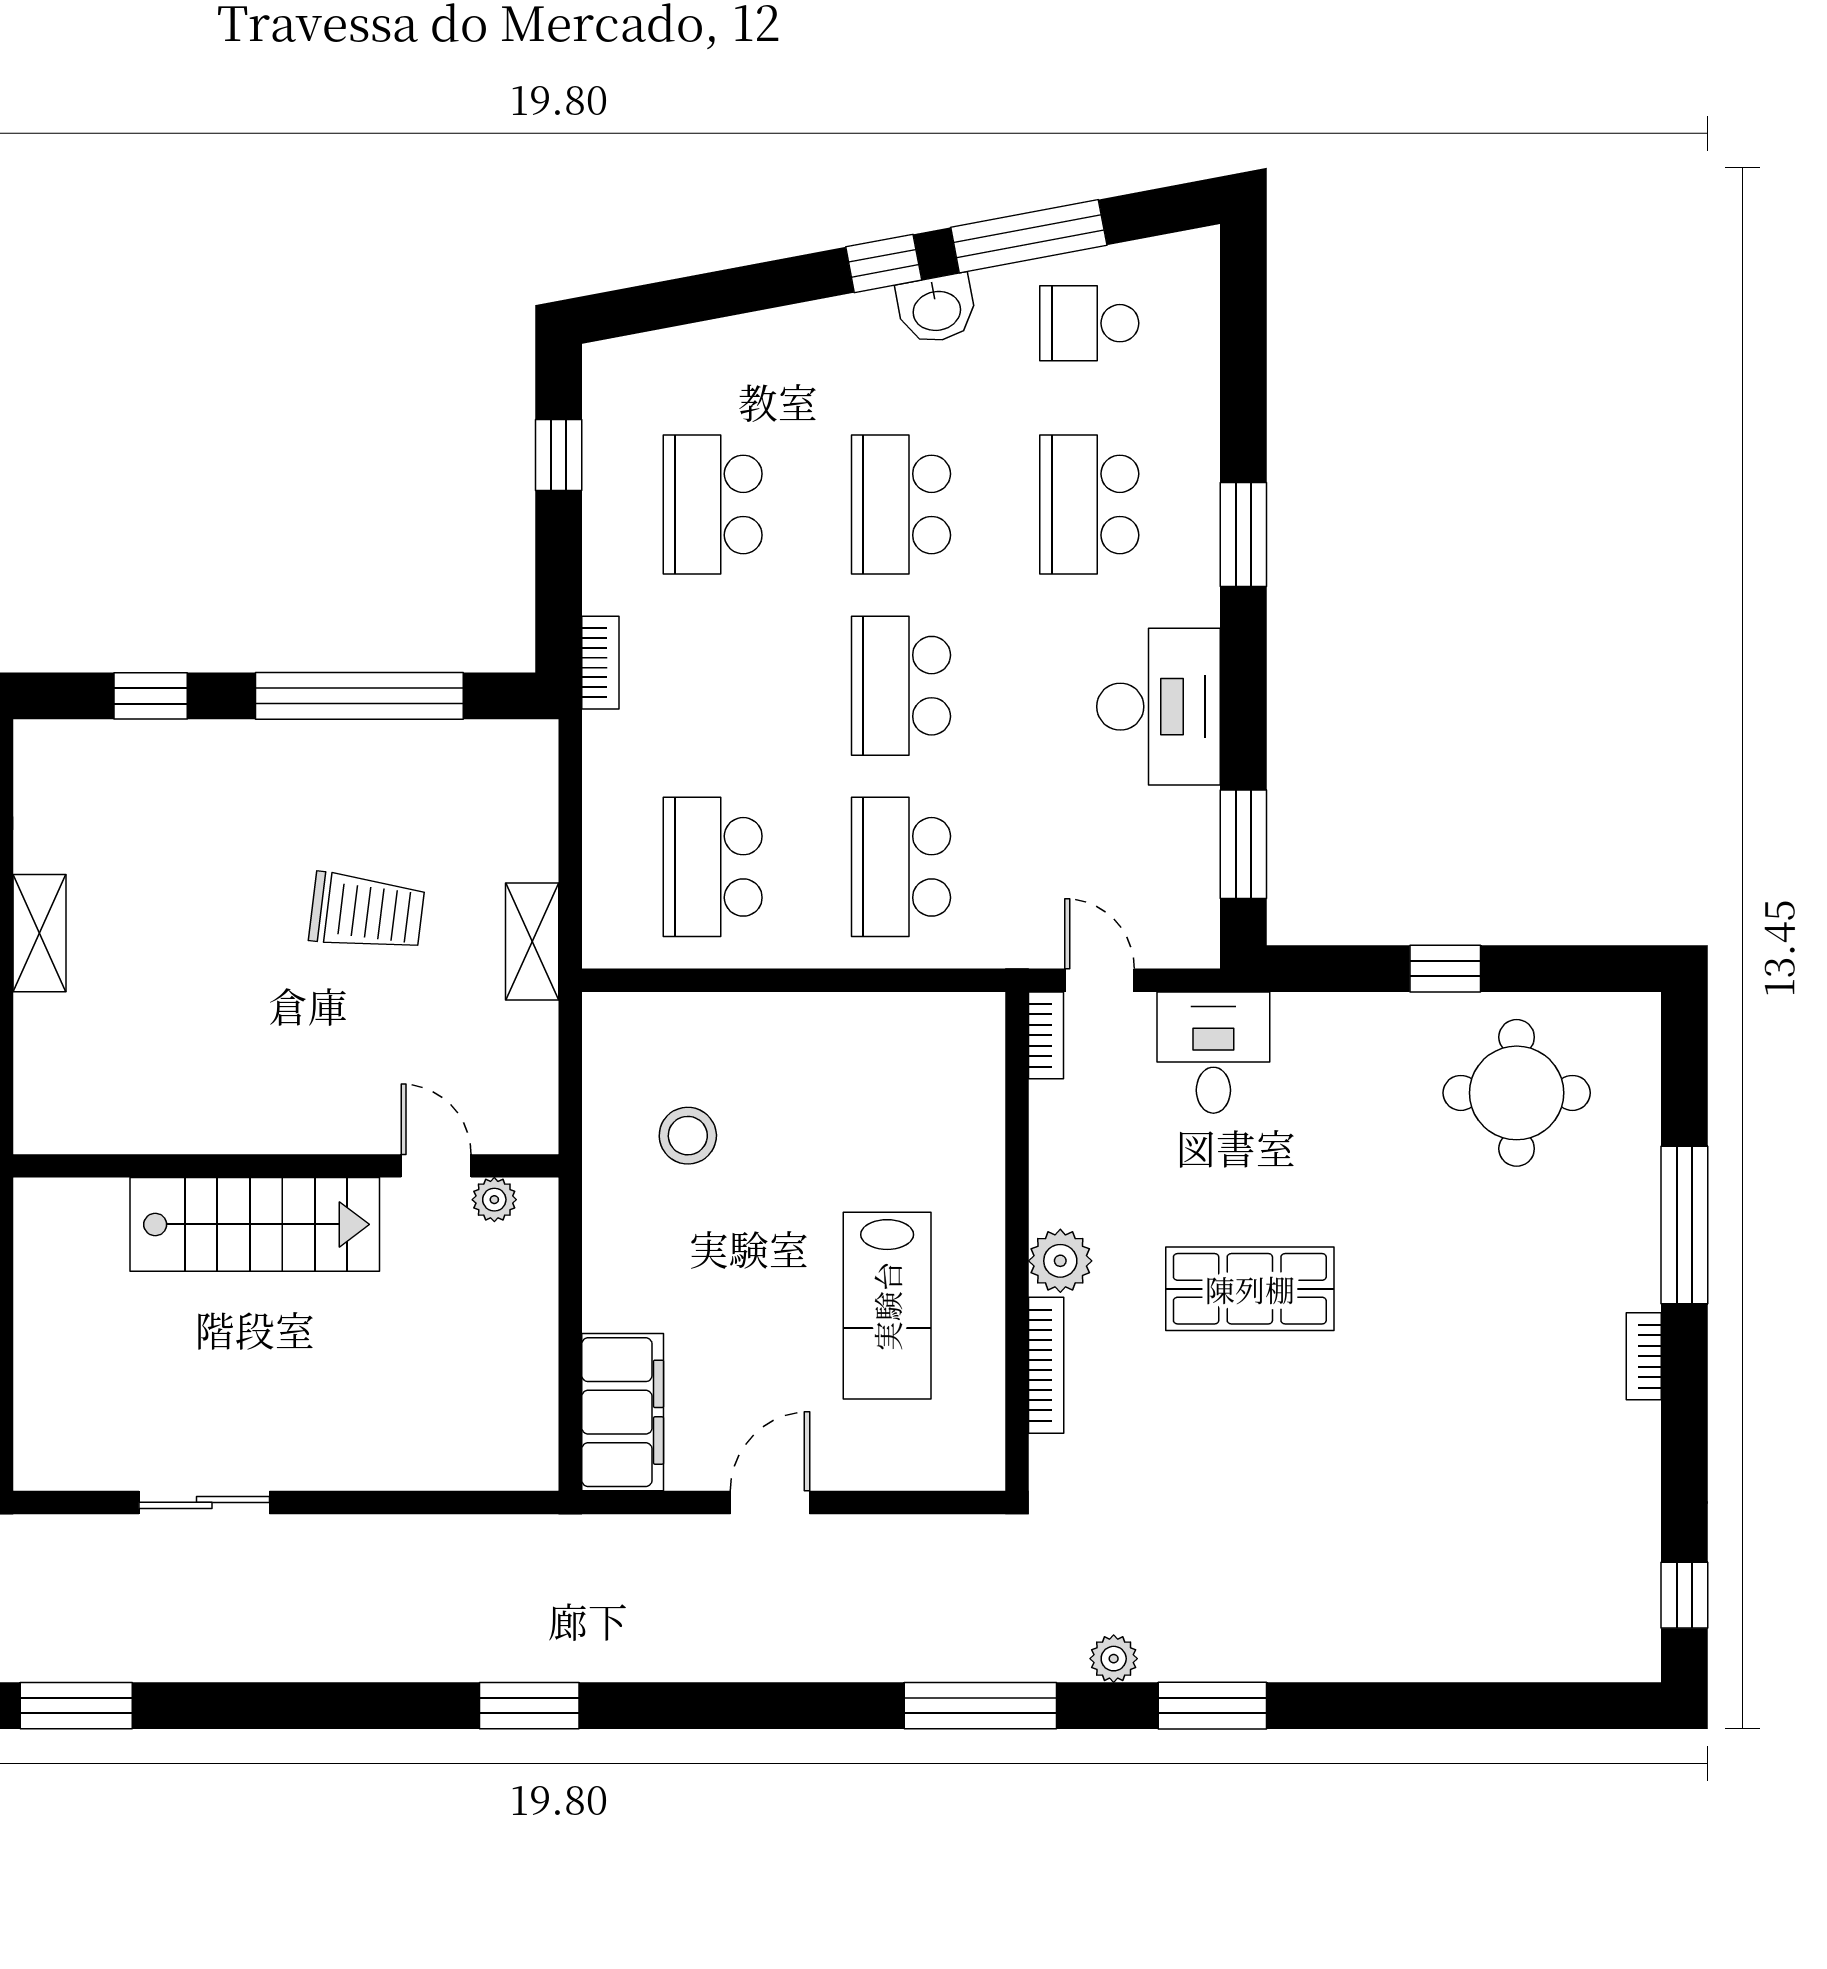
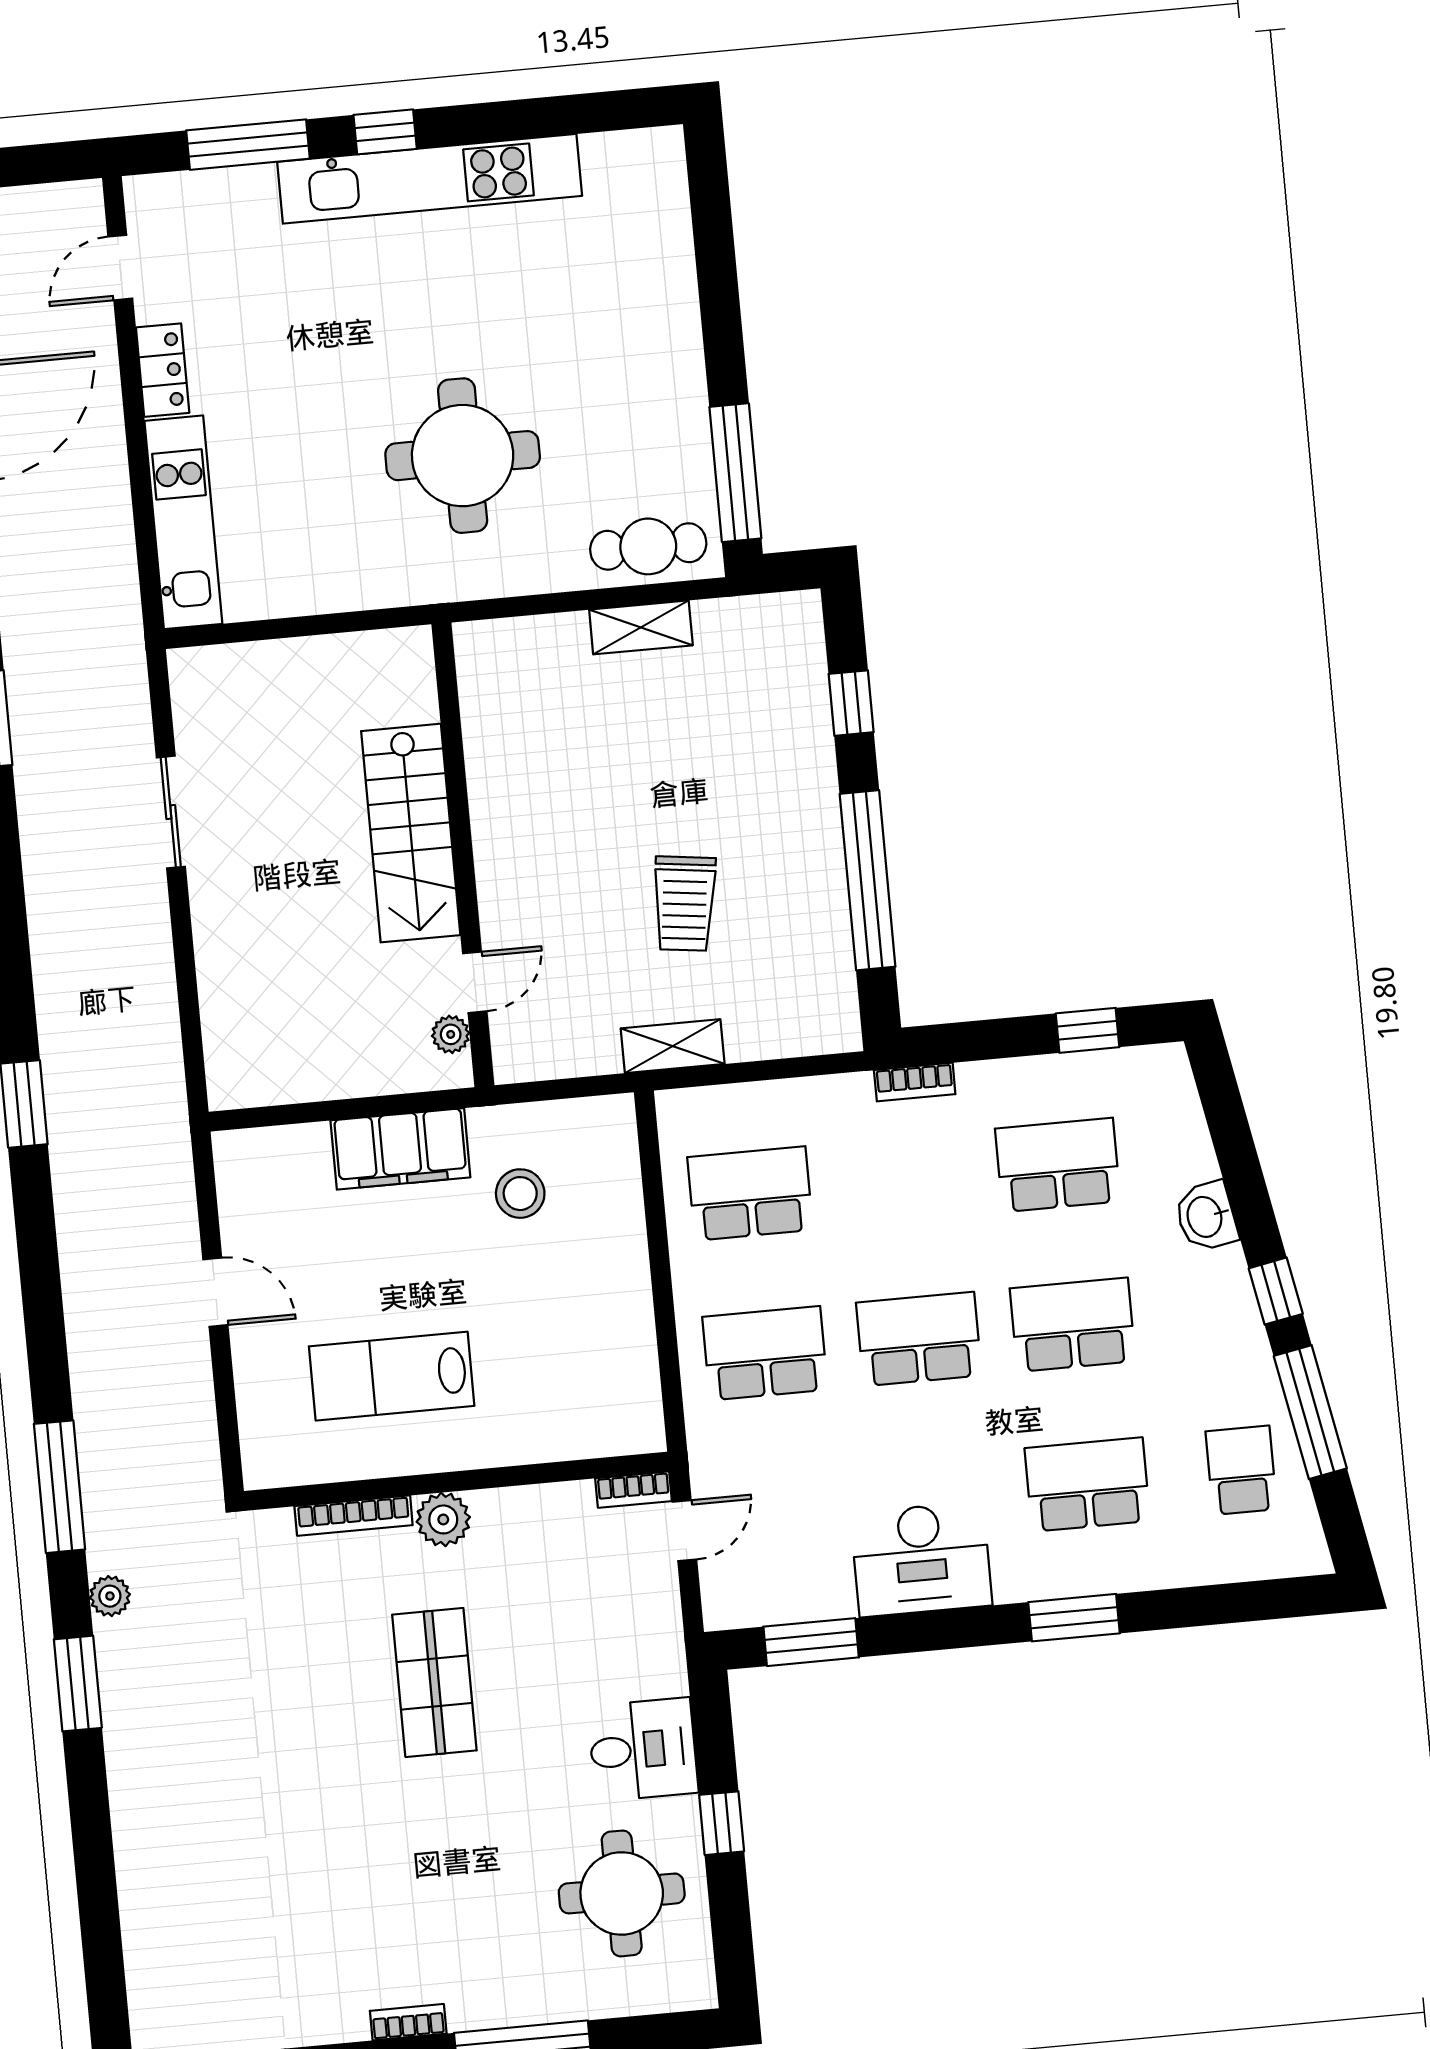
washbasin: (937, 309) -> (1206, 1216), moved
desk: (1213, 1053) -> (643, 1749), moved
filing cabinet: (623, 1412) -> (400, 1149), moved

